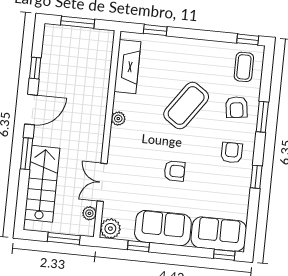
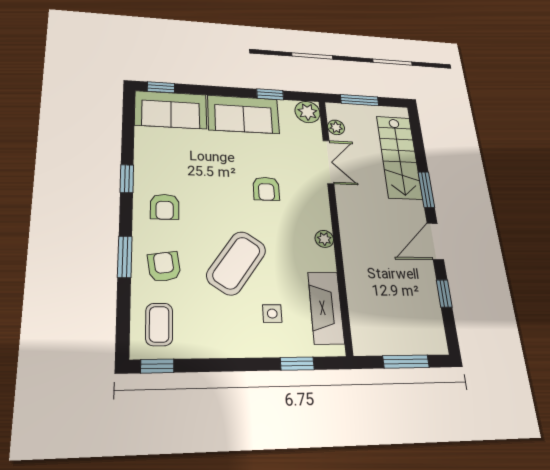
side table: (167, 66) -> (272, 314), added
armchair: (174, 171) -> (266, 189), moved, turned -90

